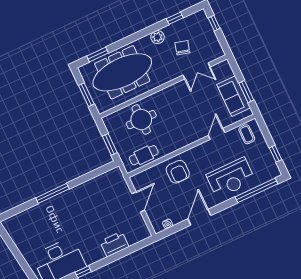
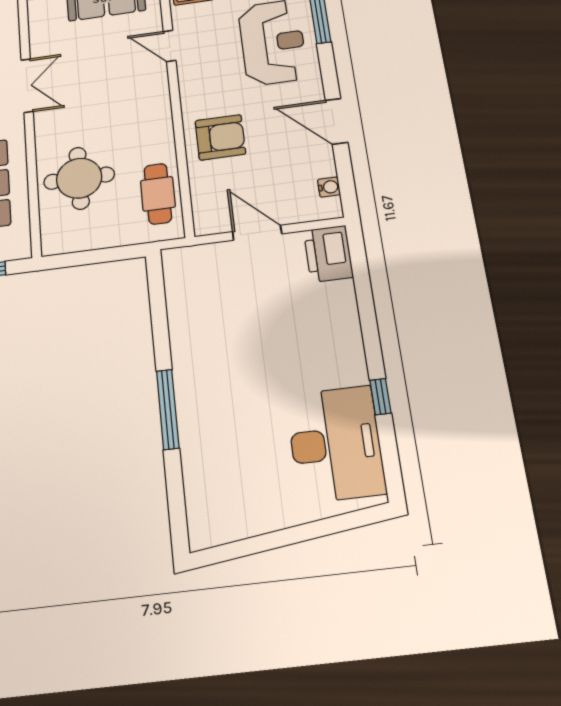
double door: (196, 71) -> (27, 86), moved
window: (110, 144) -> (106, 255), removed
printer: (114, 244) -> (328, 254), moved

